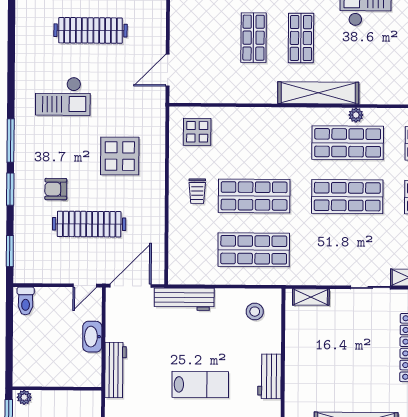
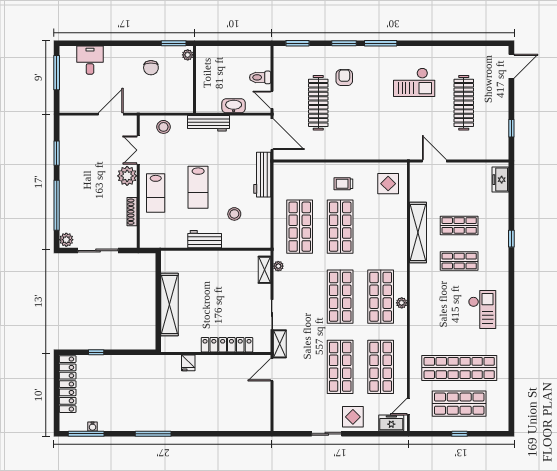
shelving: (318, 93) -> (418, 232), moved
checkout: (63, 96) -> (414, 82), turned -90
display table: (120, 156) -> (370, 125), removed
plant: (306, 279) -> (278, 266), added
toilet: (26, 301) -> (260, 77), moved
stool: (255, 312) -> (234, 214), moved

